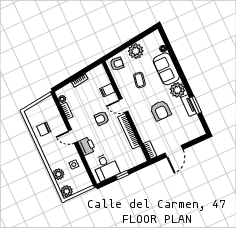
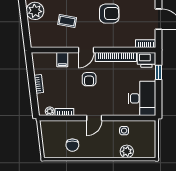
armchair: (117, 64) -> (39, 37), removed
printer: (87, 146) -> (146, 60), moved, turned 180
desk: (106, 167) -> (142, 98), width x1.37
window: (122, 175) -> (159, 72), moved
plant: (67, 191) -> (149, 151), removed

